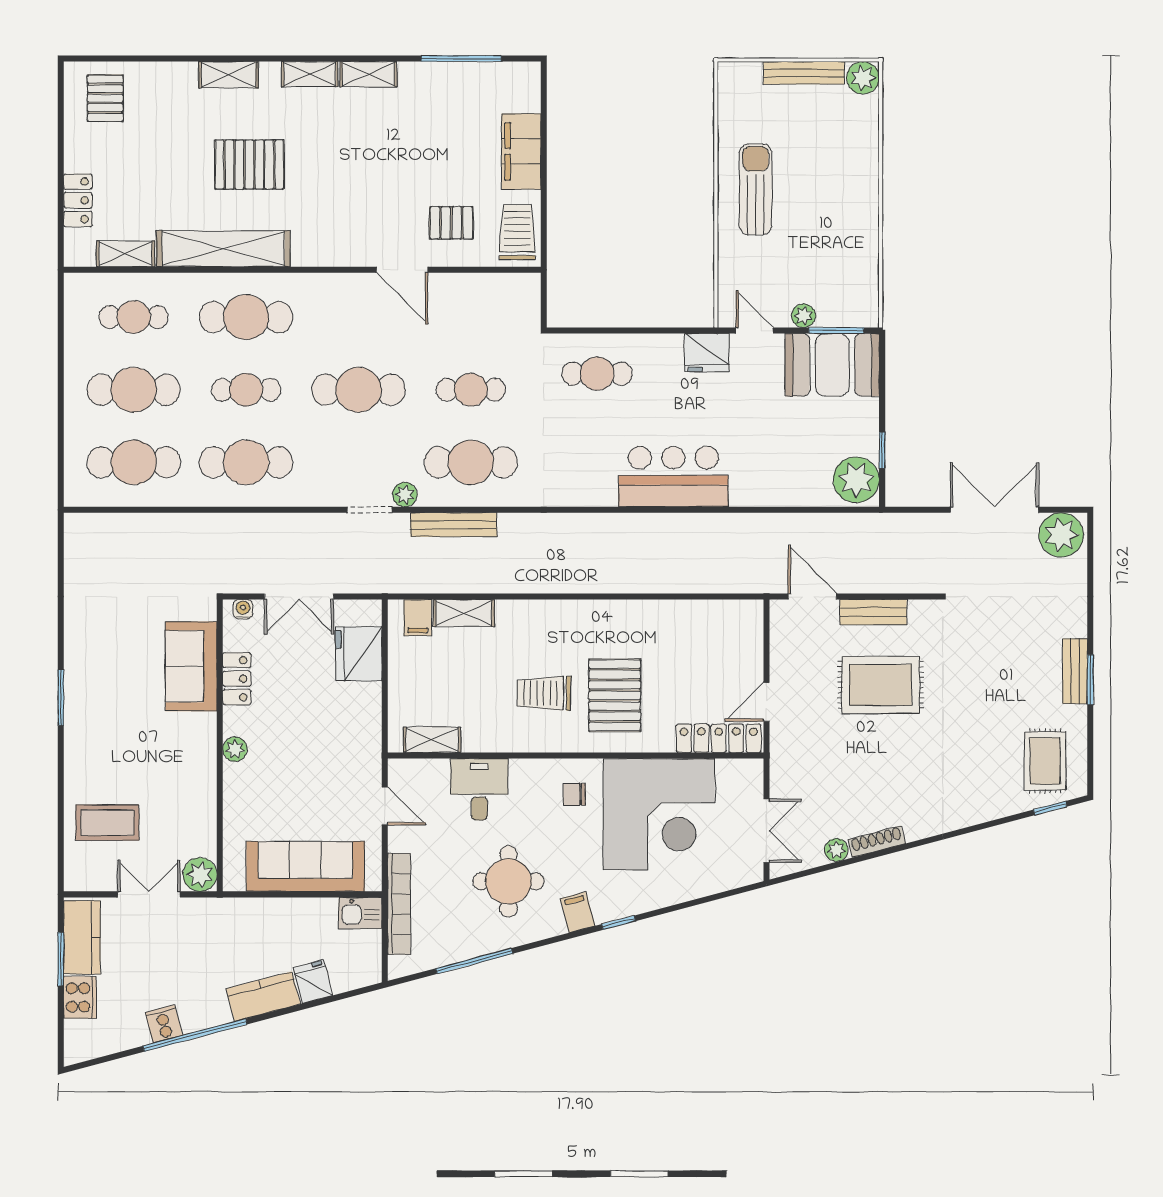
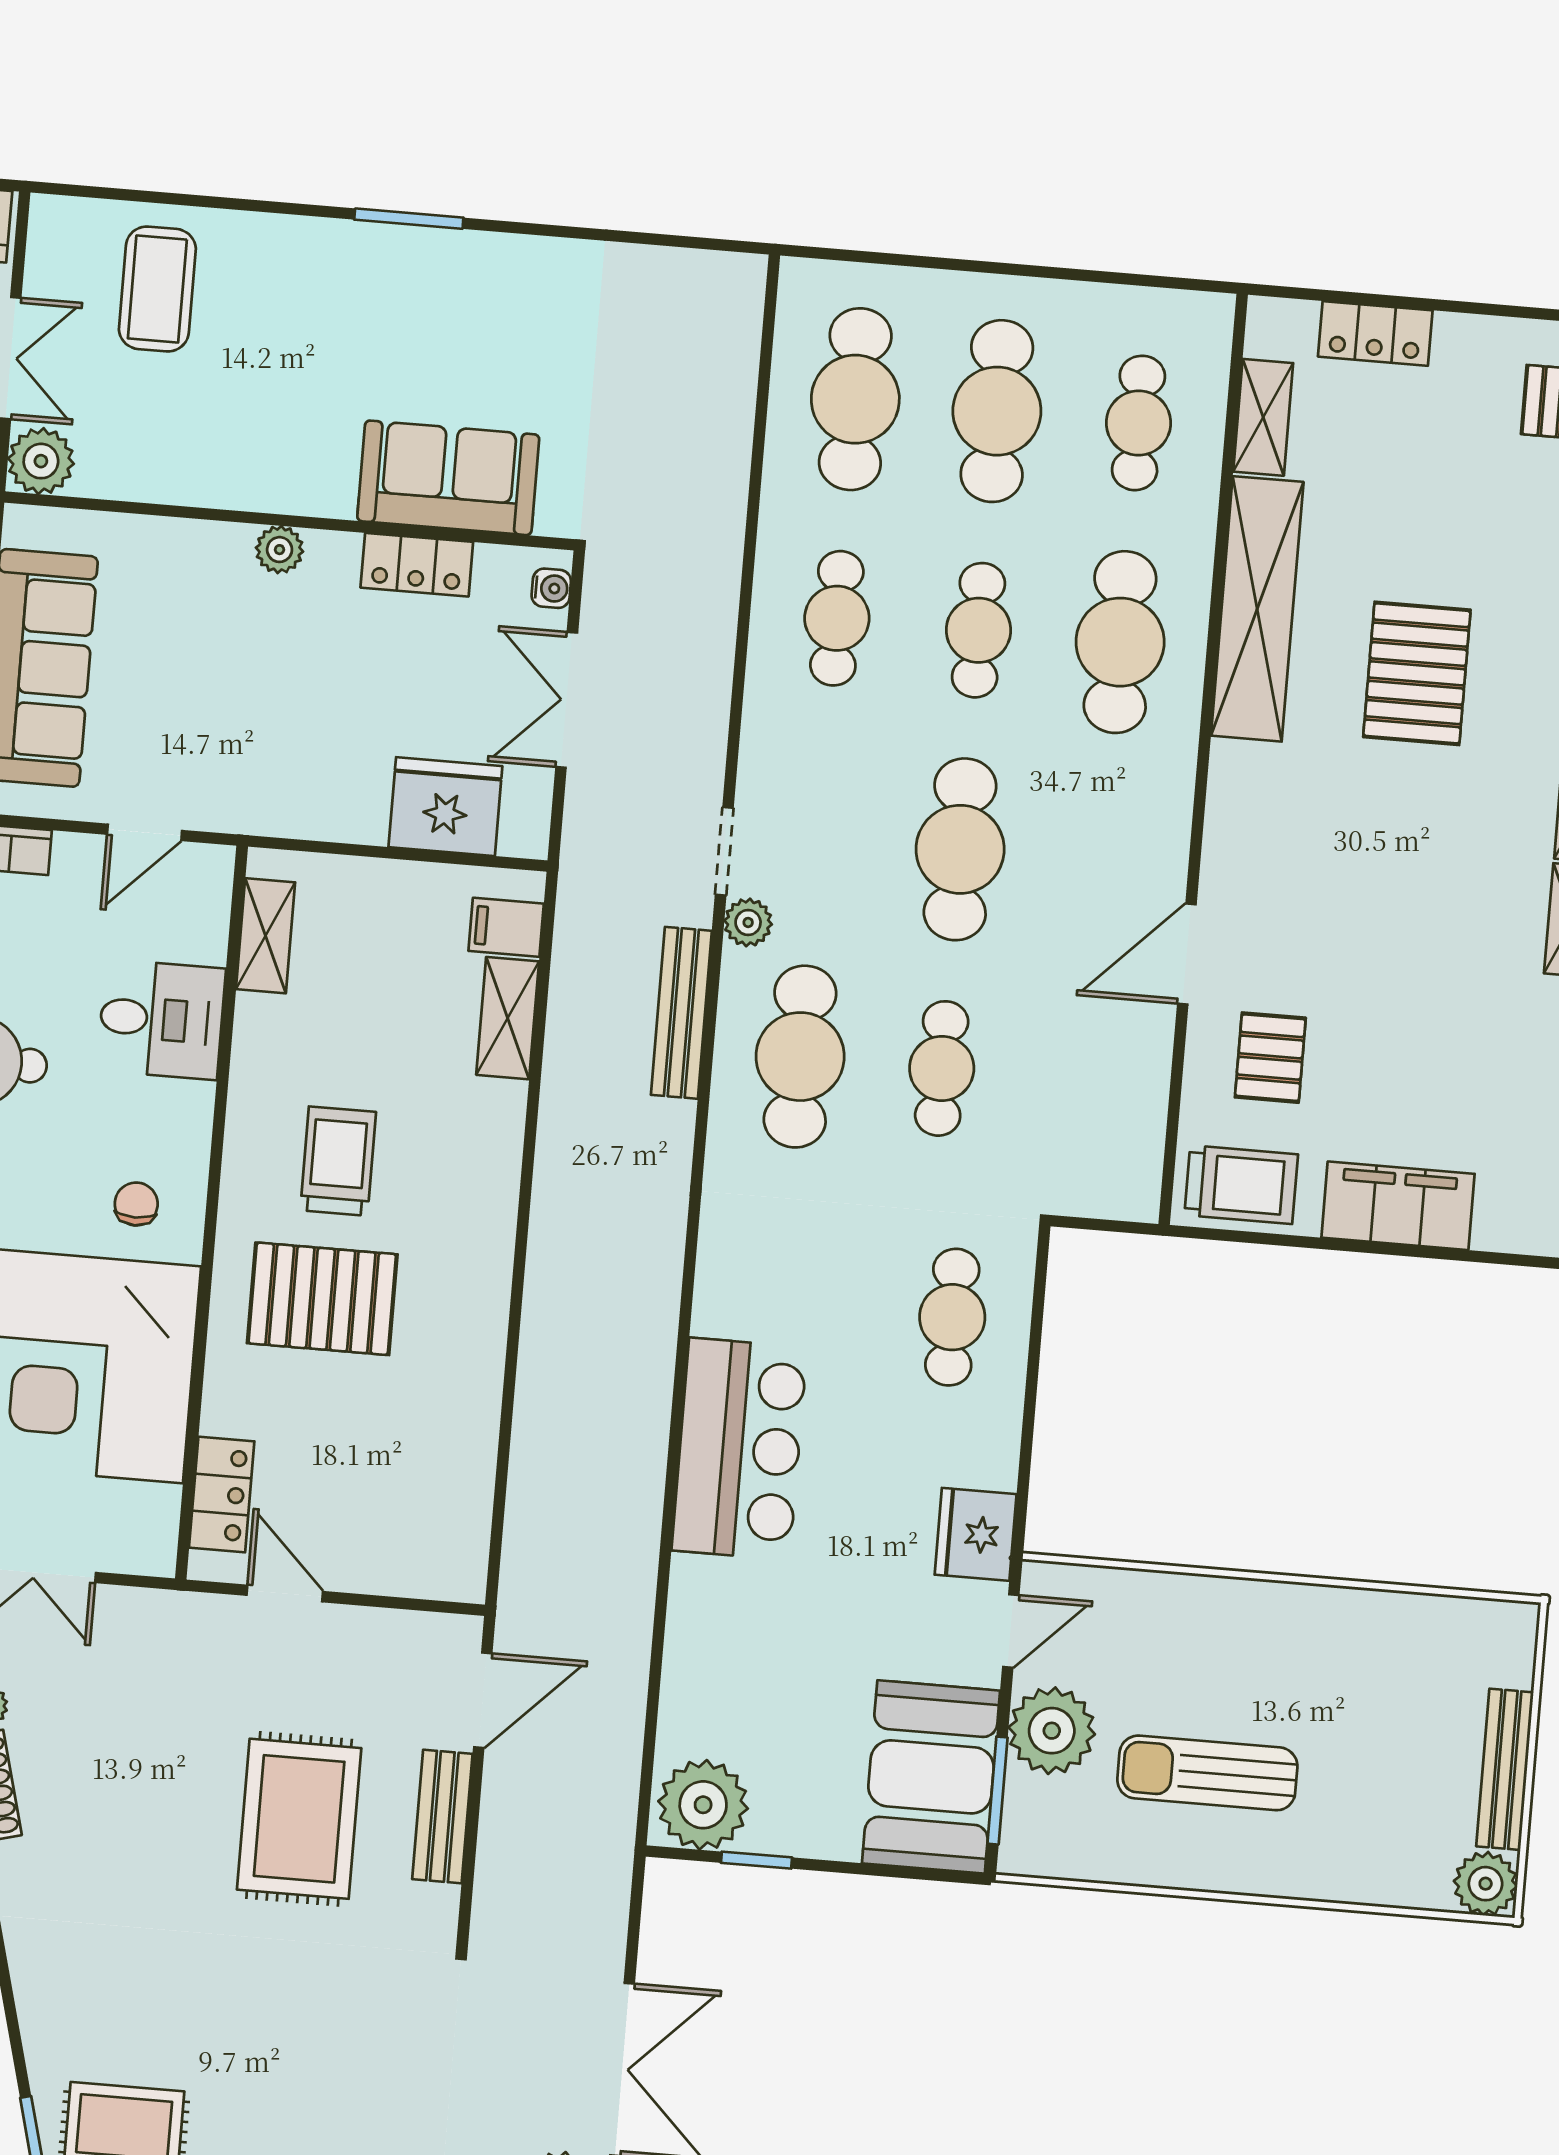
sun lounger: (756, 189) -> (1207, 1773), moved, turned 180
plant: (804, 316) -> (1052, 1731), width x1.88, depth x1.88
cafe table: (246, 462) -> (837, 618), width x0.73, depth x0.74
locker: (719, 738) -> (222, 1494), width x0.66

